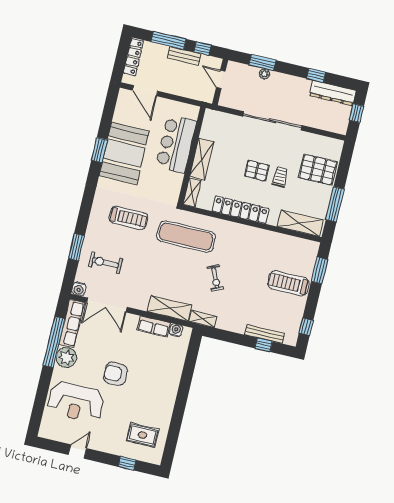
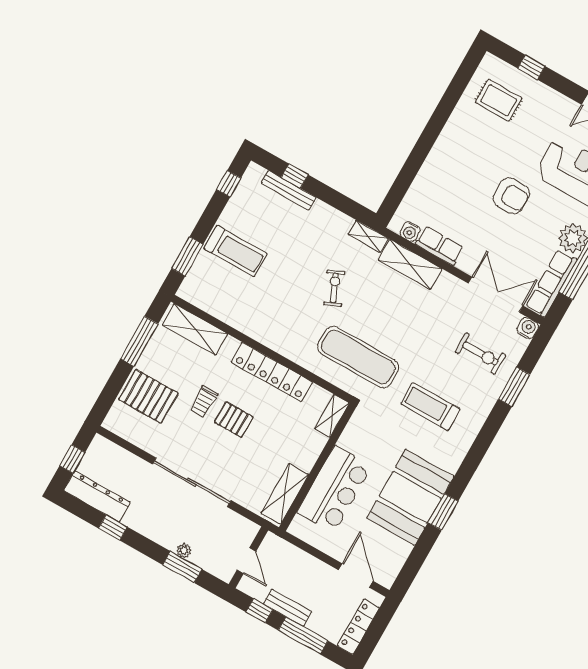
shelving: (202, 159) -> (285, 494), moved

